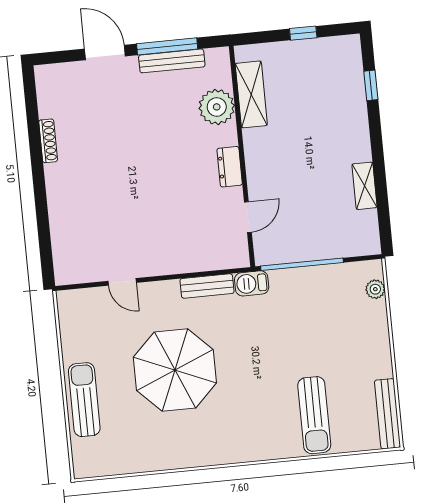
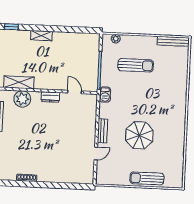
window: (371, 85) -> (11, 27), moved
shelving: (364, 186) -> (41, 36), moved
bench: (207, 286) -> (102, 131), moved
parasol: (175, 370) -> (139, 135), width x0.73, depth x0.73
sun lounger: (314, 415) -> (136, 65), moved

